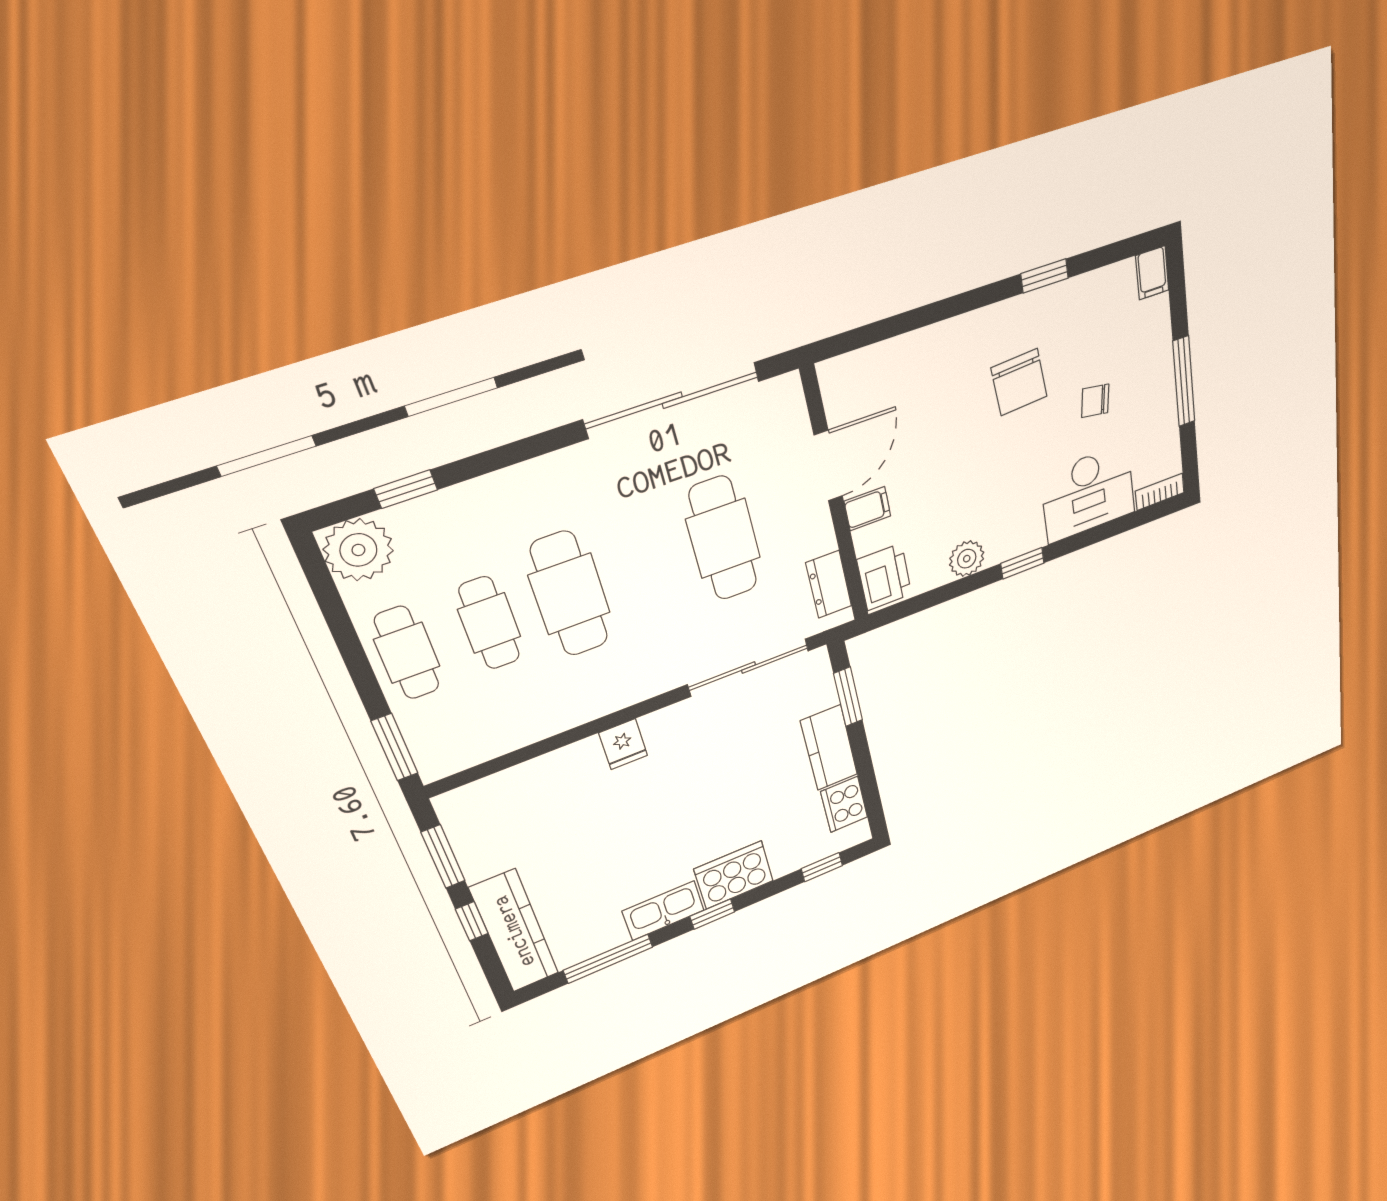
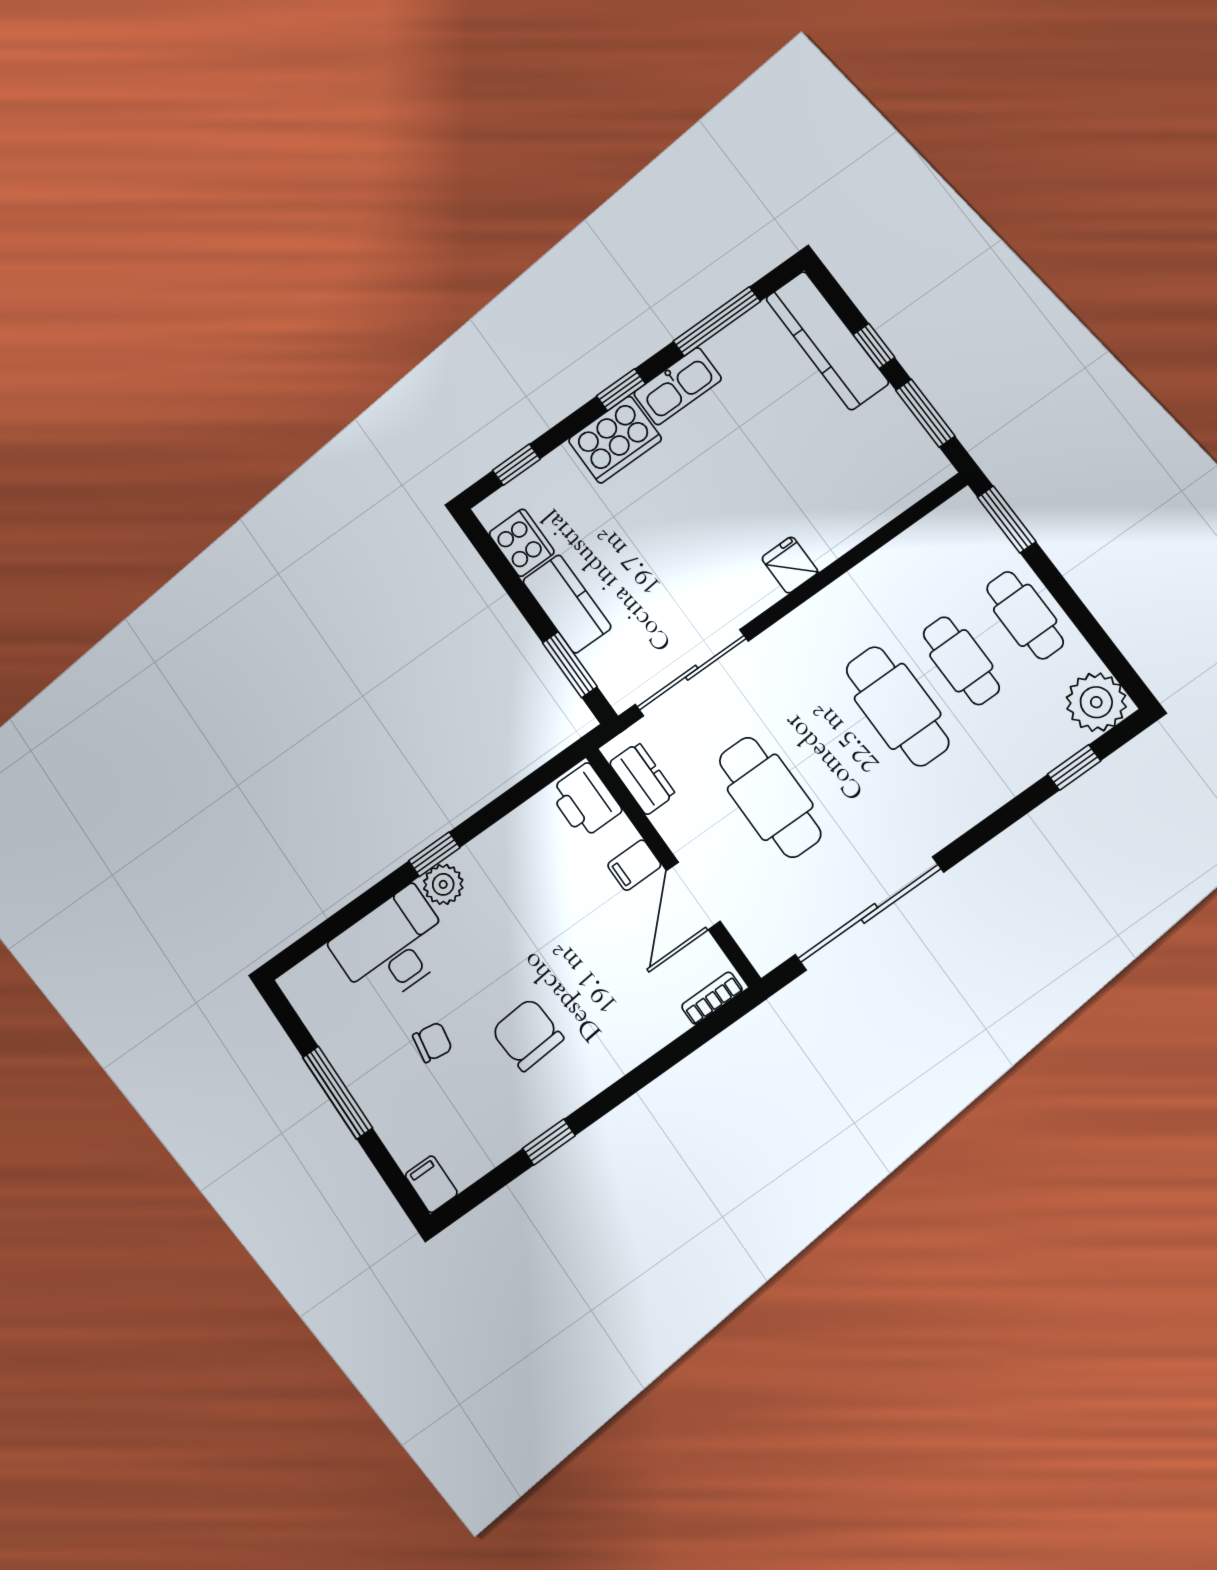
bookcase: (1160, 492) -> (712, 998), moved, turned 180
plant: (967, 559) -> (443, 884), moved

